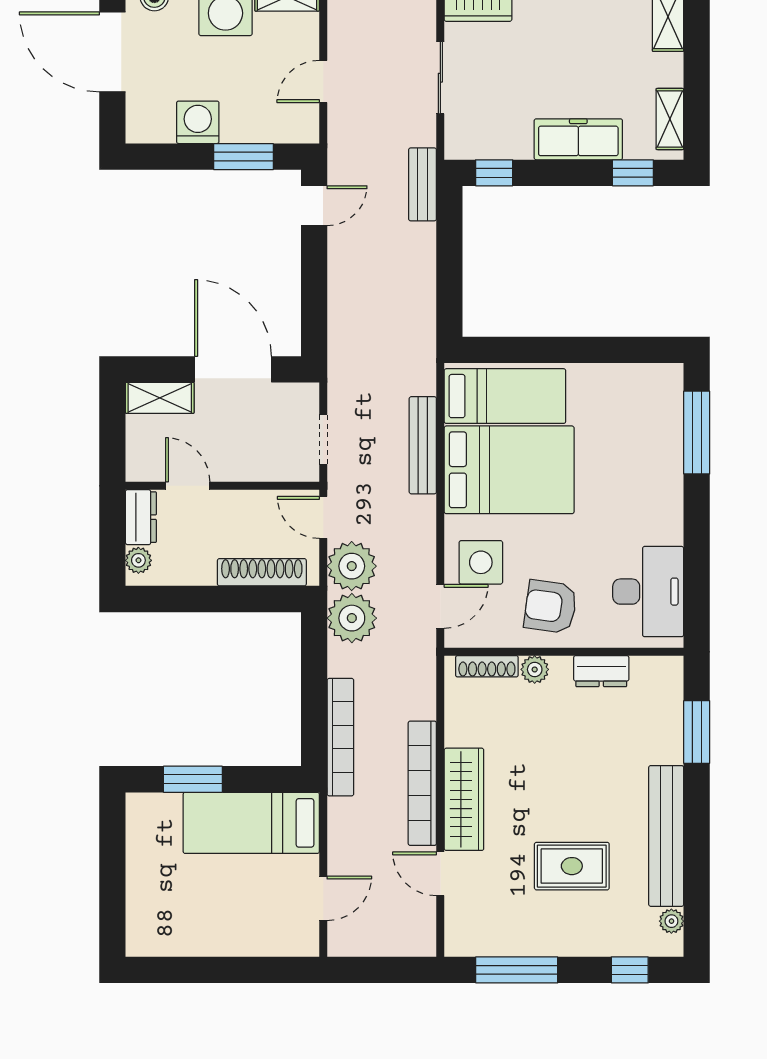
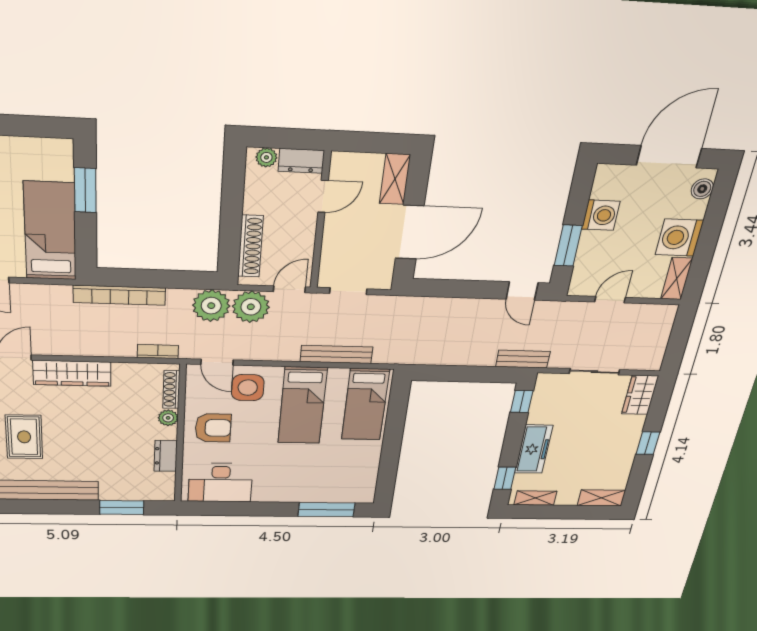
door: (323, 81) -> (610, 300), hinge flipped
bed: (509, 470) -> (302, 406), width x0.67
armchair: (550, 607) -> (213, 428), turned 82
bookcase: (422, 783) -> (158, 352), moved, width x0.43, depth x0.76

